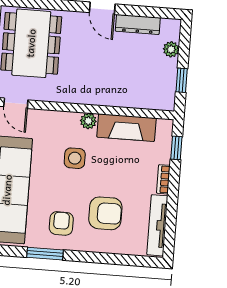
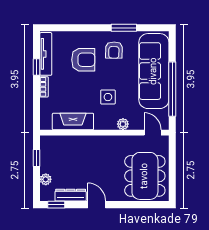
window: (159, 13) -> (56, 205), added
plant: (88, 121) -> (123, 124), moved
window: (176, 148) -> (37, 67), moved
armchair: (105, 213) -> (83, 60), turned 180

